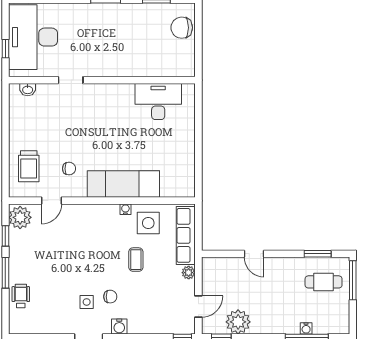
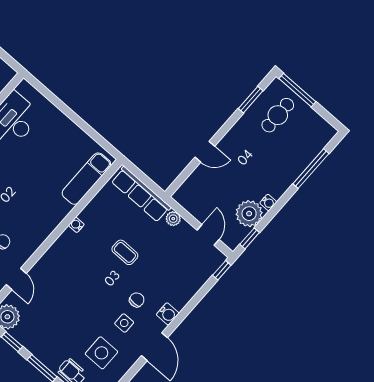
exam couch: (123, 184) -> (86, 179), moved, width x0.73, depth x0.69
side table: (148, 223) -> (101, 353), moved
water cooler: (306, 328) -> (268, 203), moved

